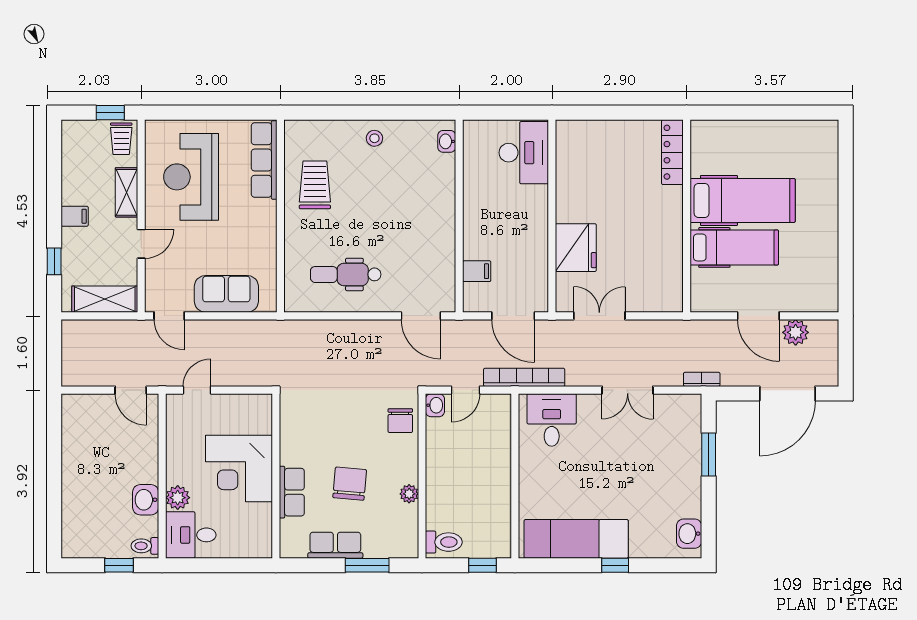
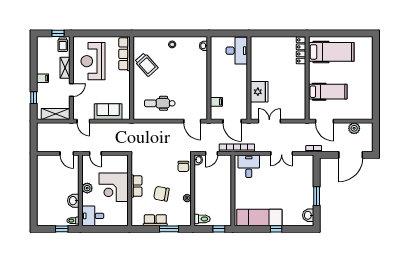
trolley: (315, 185) -> (146, 65), turned 138
hospital bed: (743, 200) -> (331, 52), moved
door: (758, 316) -> (324, 121), moved
door: (197, 390) -> (95, 153), swing flipped
window: (709, 455) -> (317, 196), moved
chair: (350, 484) -> (161, 194), turned -85
row of seats: (292, 492) -> (136, 186), moved
plant: (178, 498) -> (87, 188), moved

